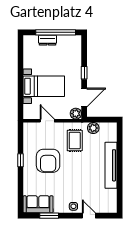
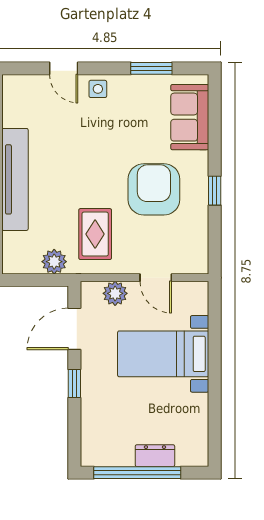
plant: (76, 114) -> (115, 293), moved
sofa: (38, 204) -> (190, 117), moved, turned 90

